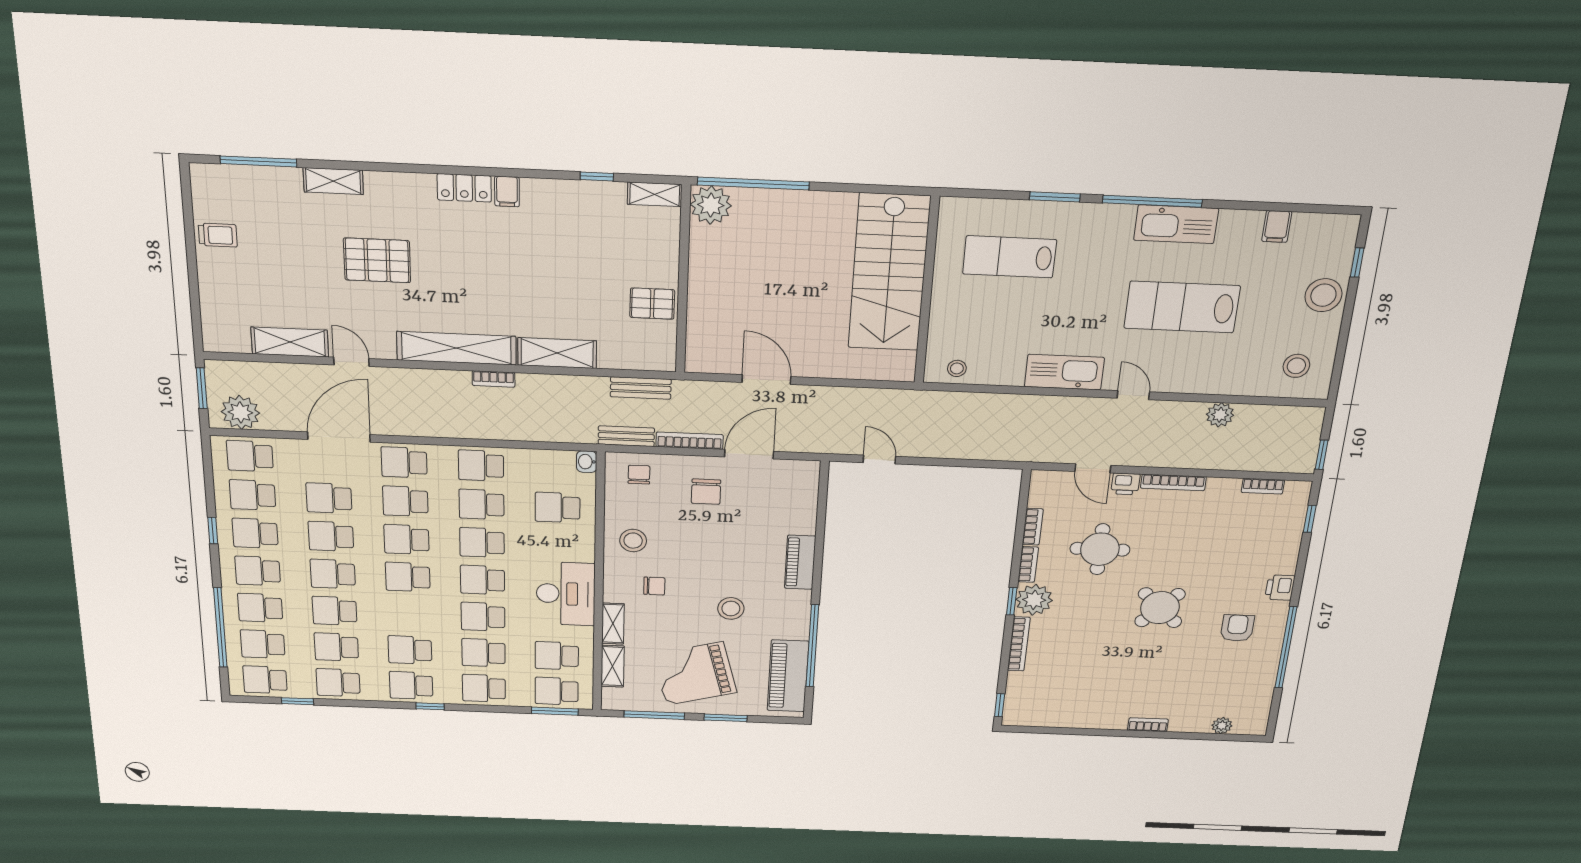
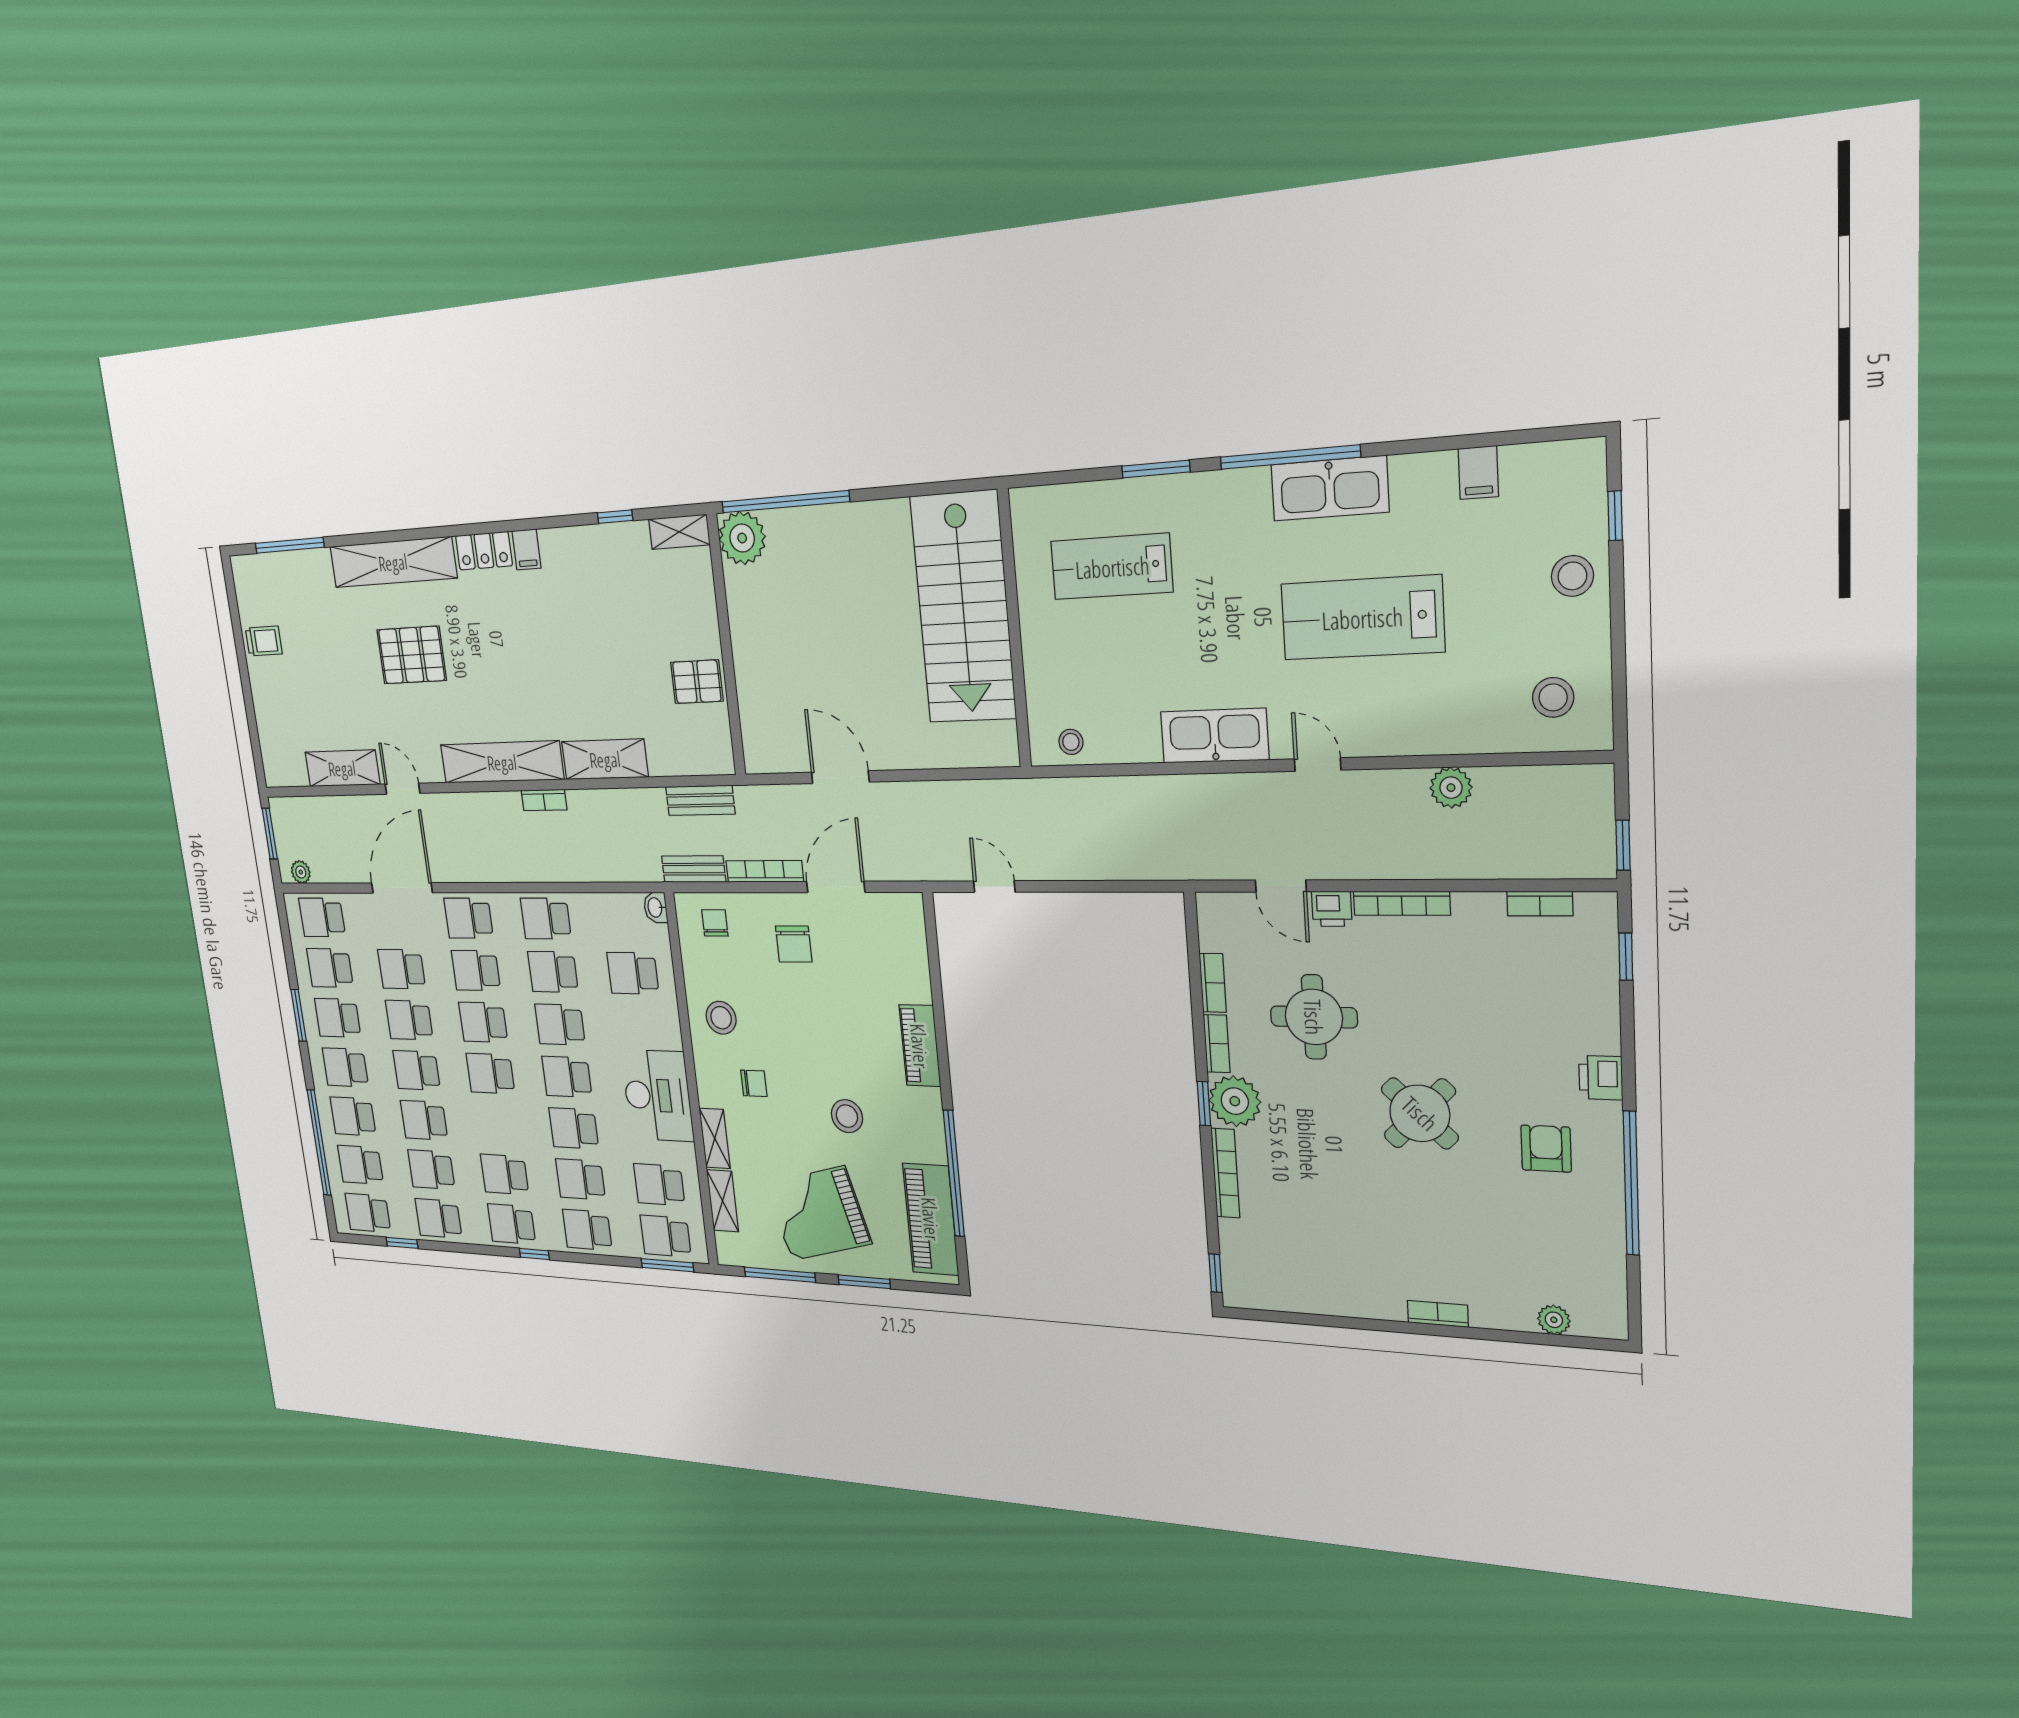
shelving: (333, 181) -> (393, 562), width x2.20, depth x1.33
stool: (1323, 295) -> (1572, 576), width x0.73, depth x0.73
plant: (240, 412) -> (301, 872), width x0.53, depth x0.53
window: (213, 531) -> (299, 1015), width x1.50

